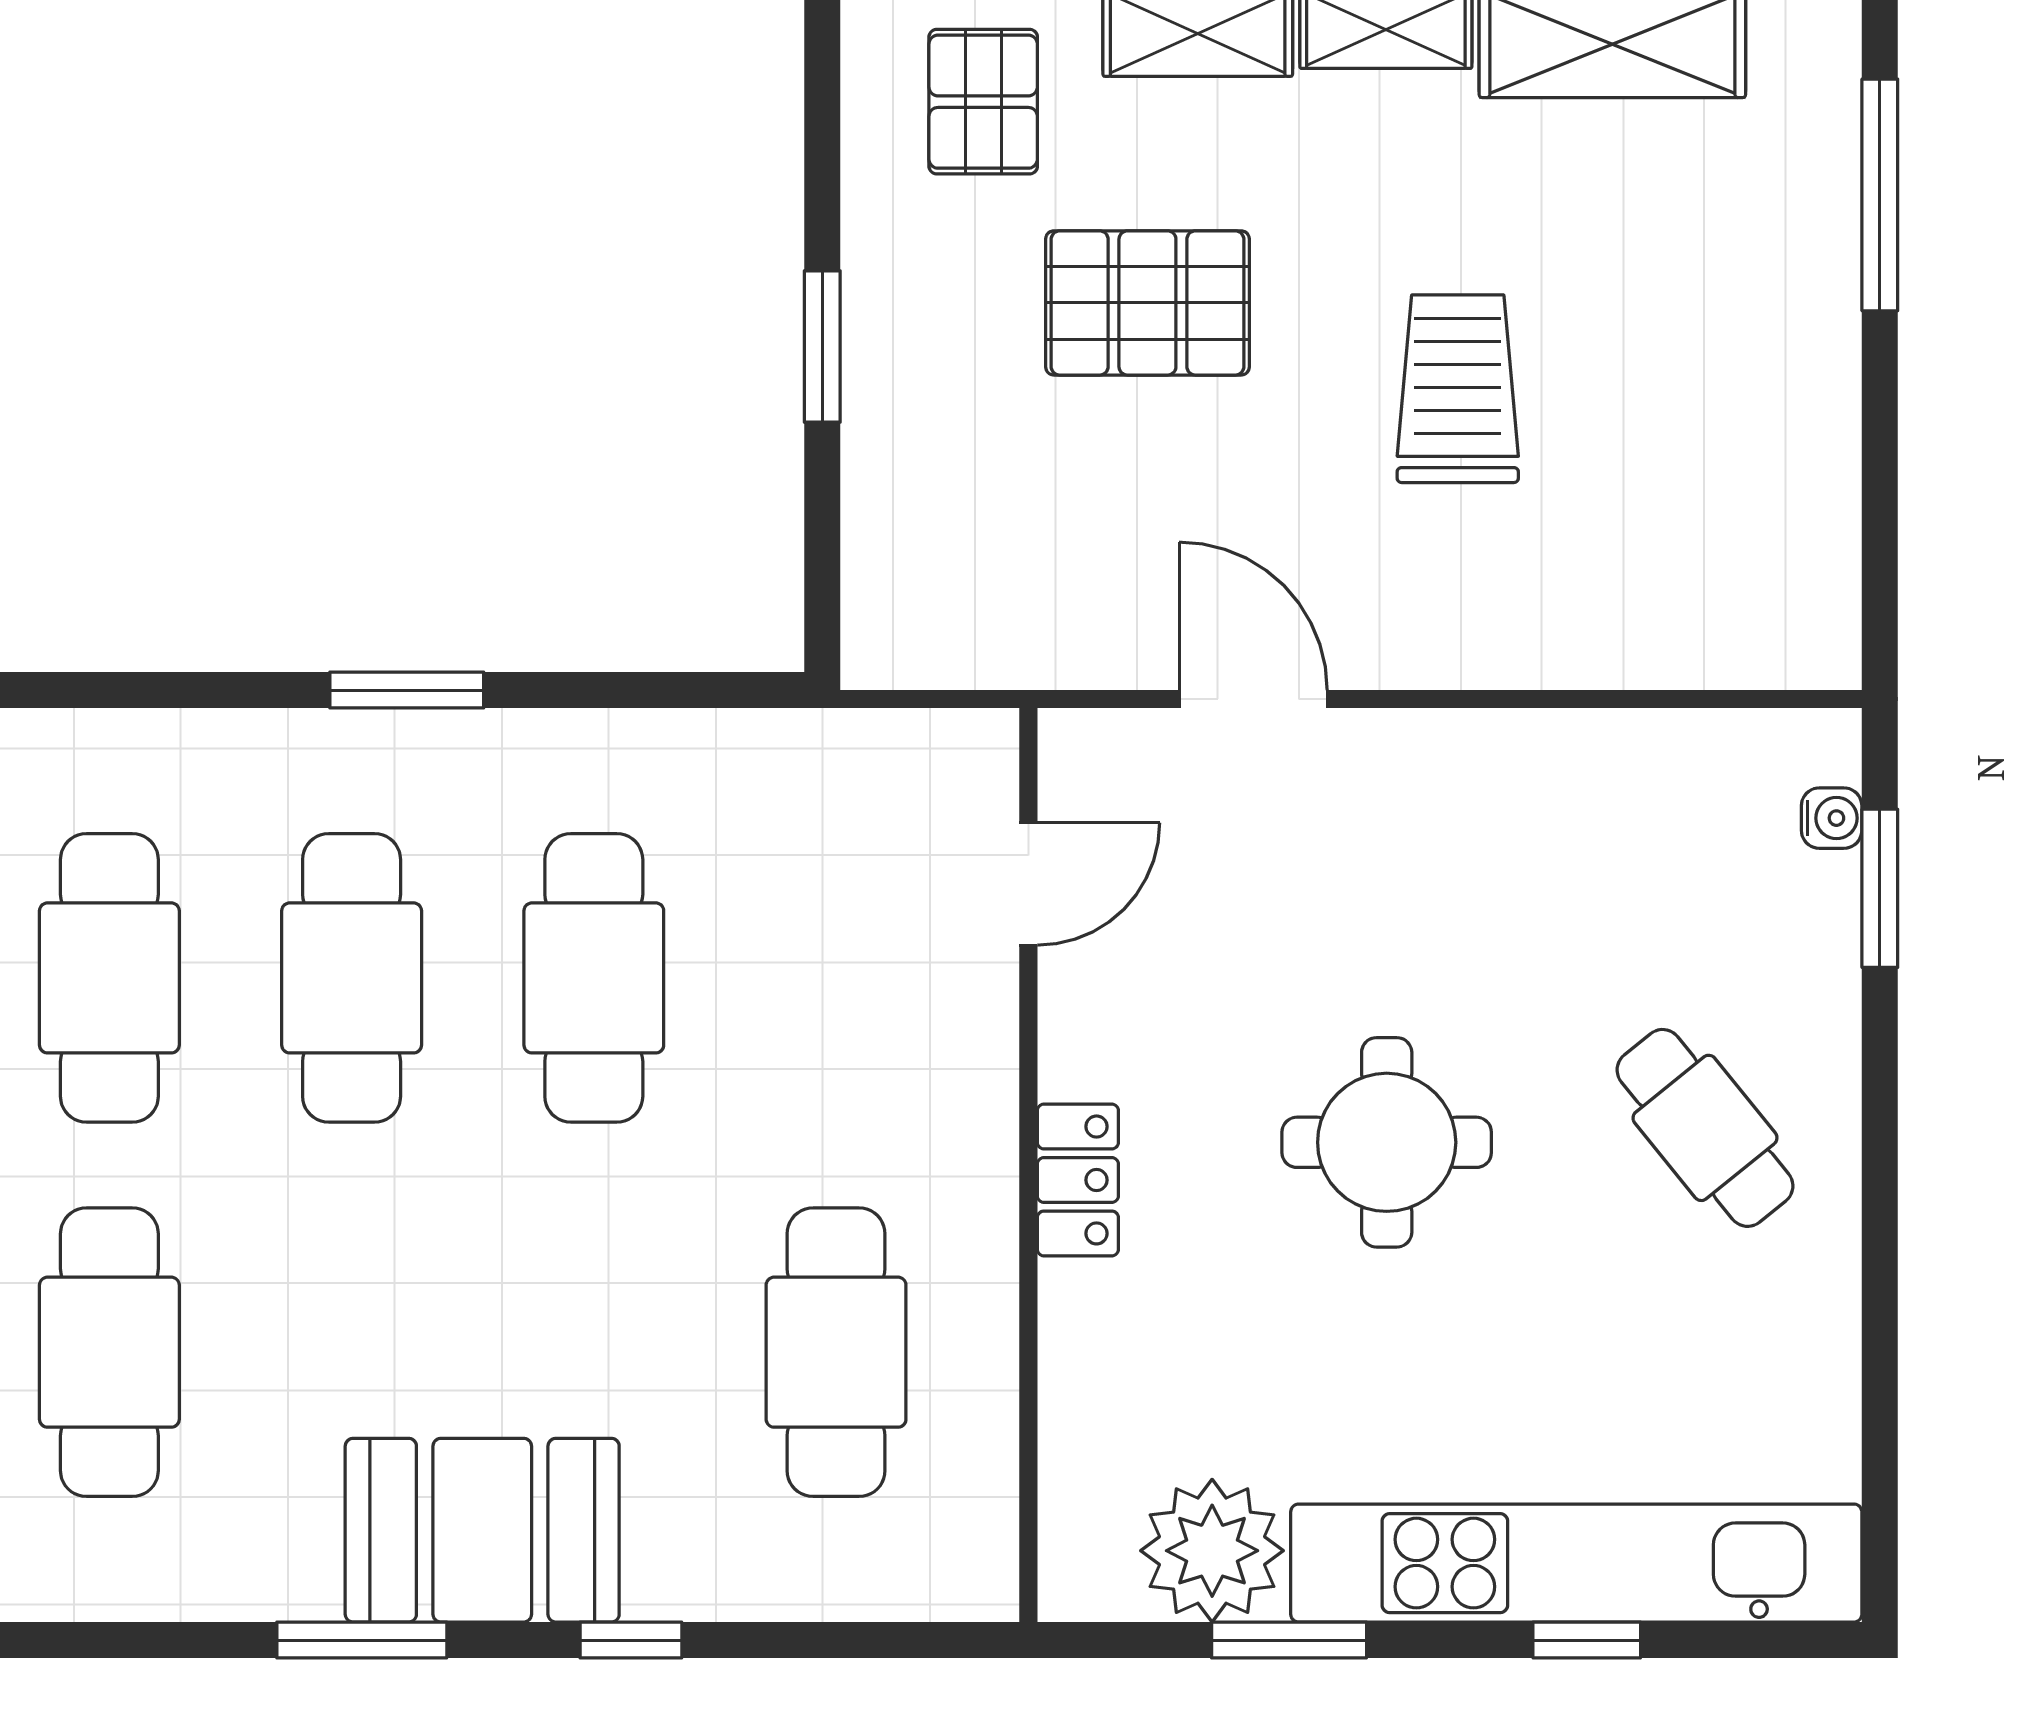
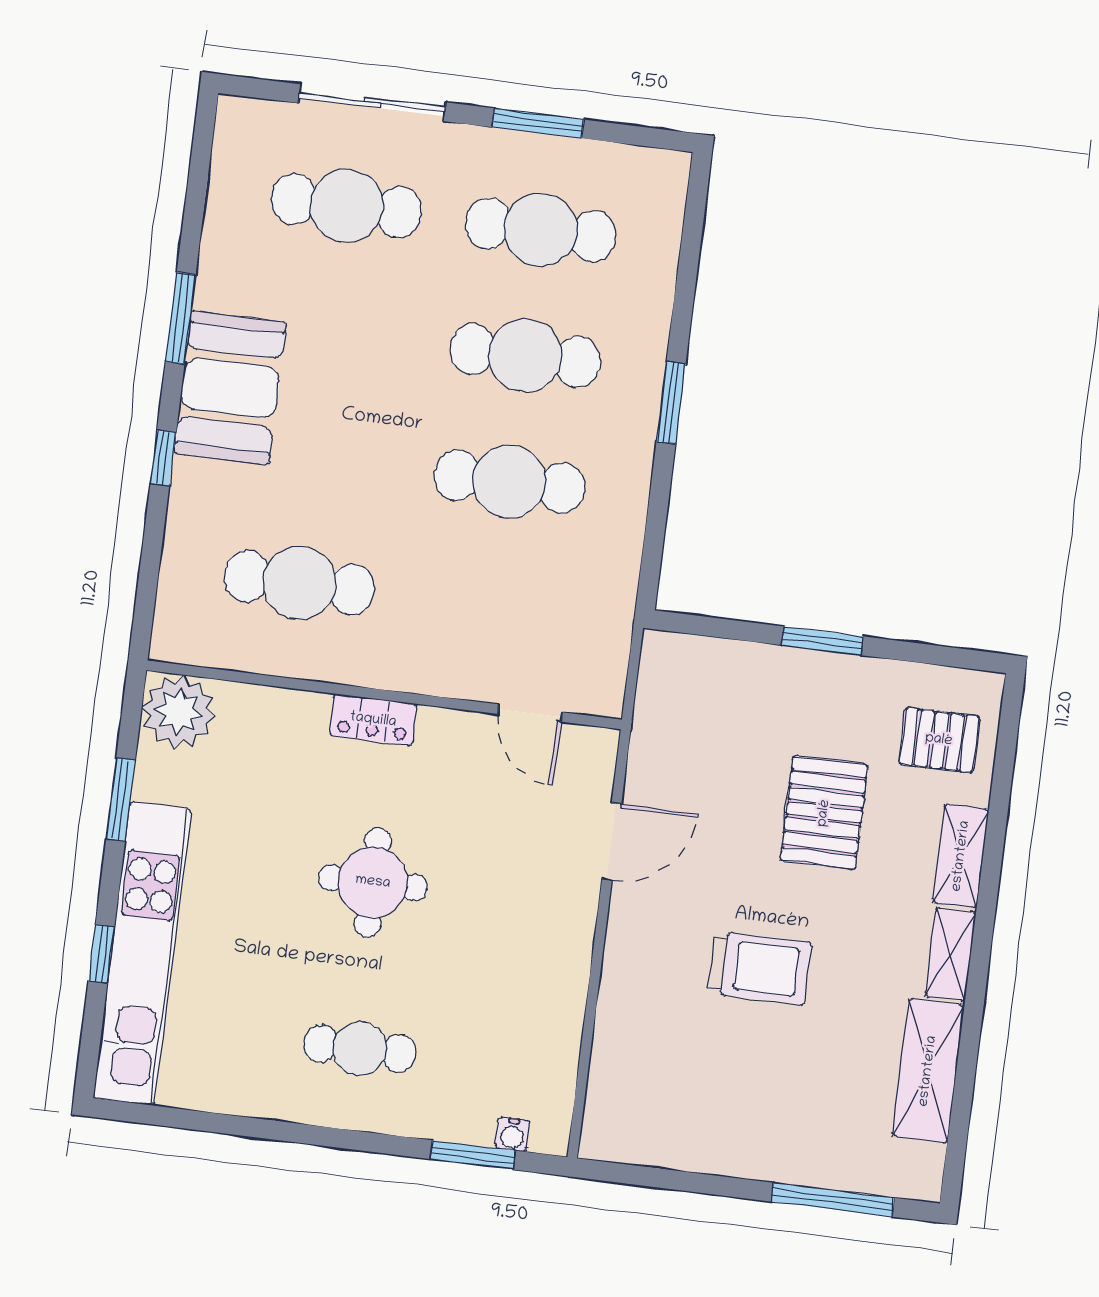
cafe table: (1705, 1128) -> (360, 1049), turned 39
plant: (1212, 1551) -> (179, 712), moved

